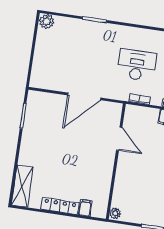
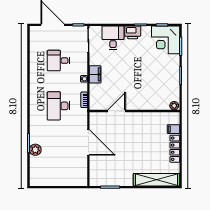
plant: (47, 21) -> (35, 150), moved
shelving: (22, 186) -> (156, 180), width x1.47

